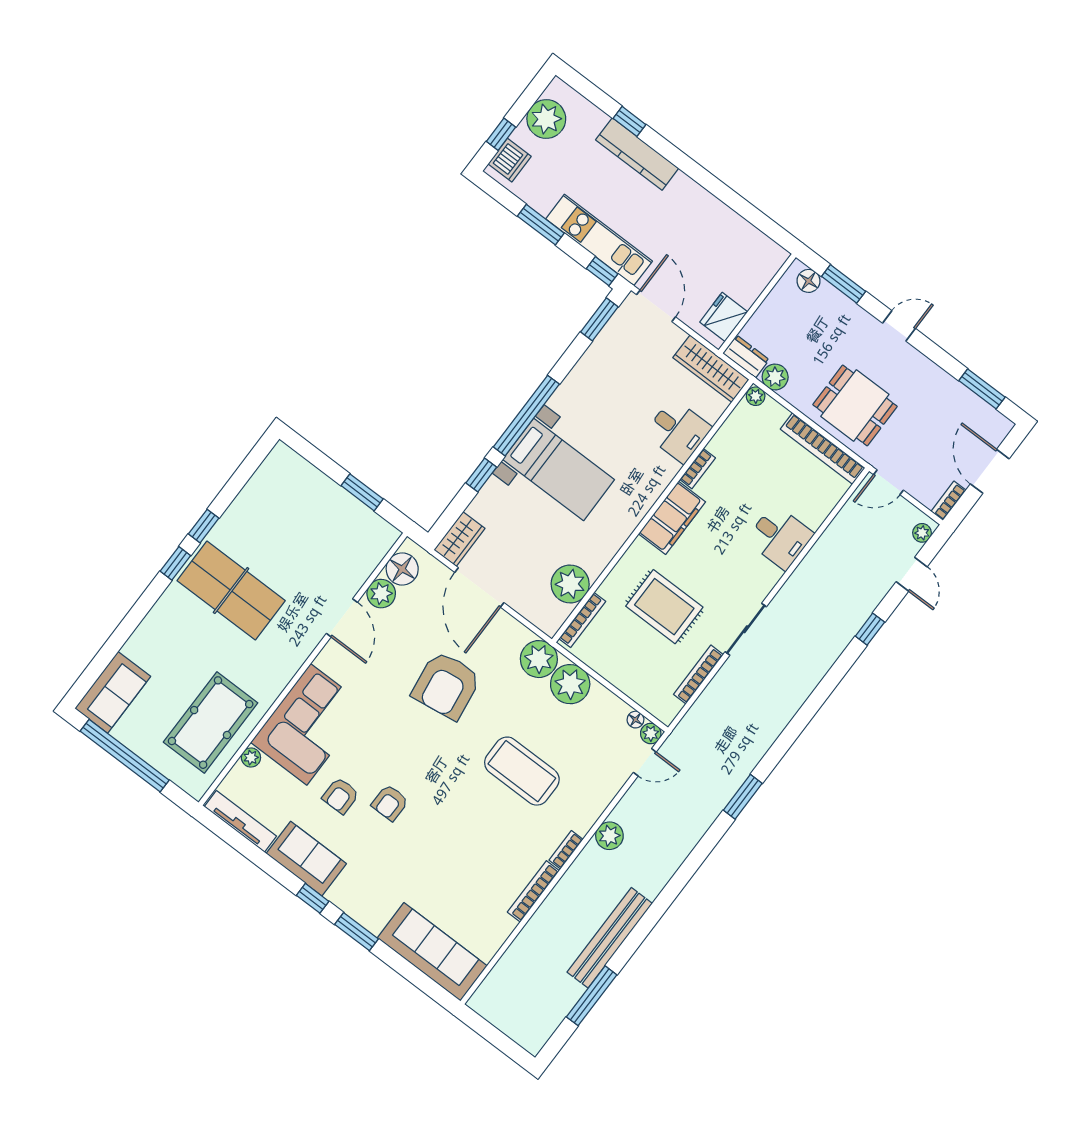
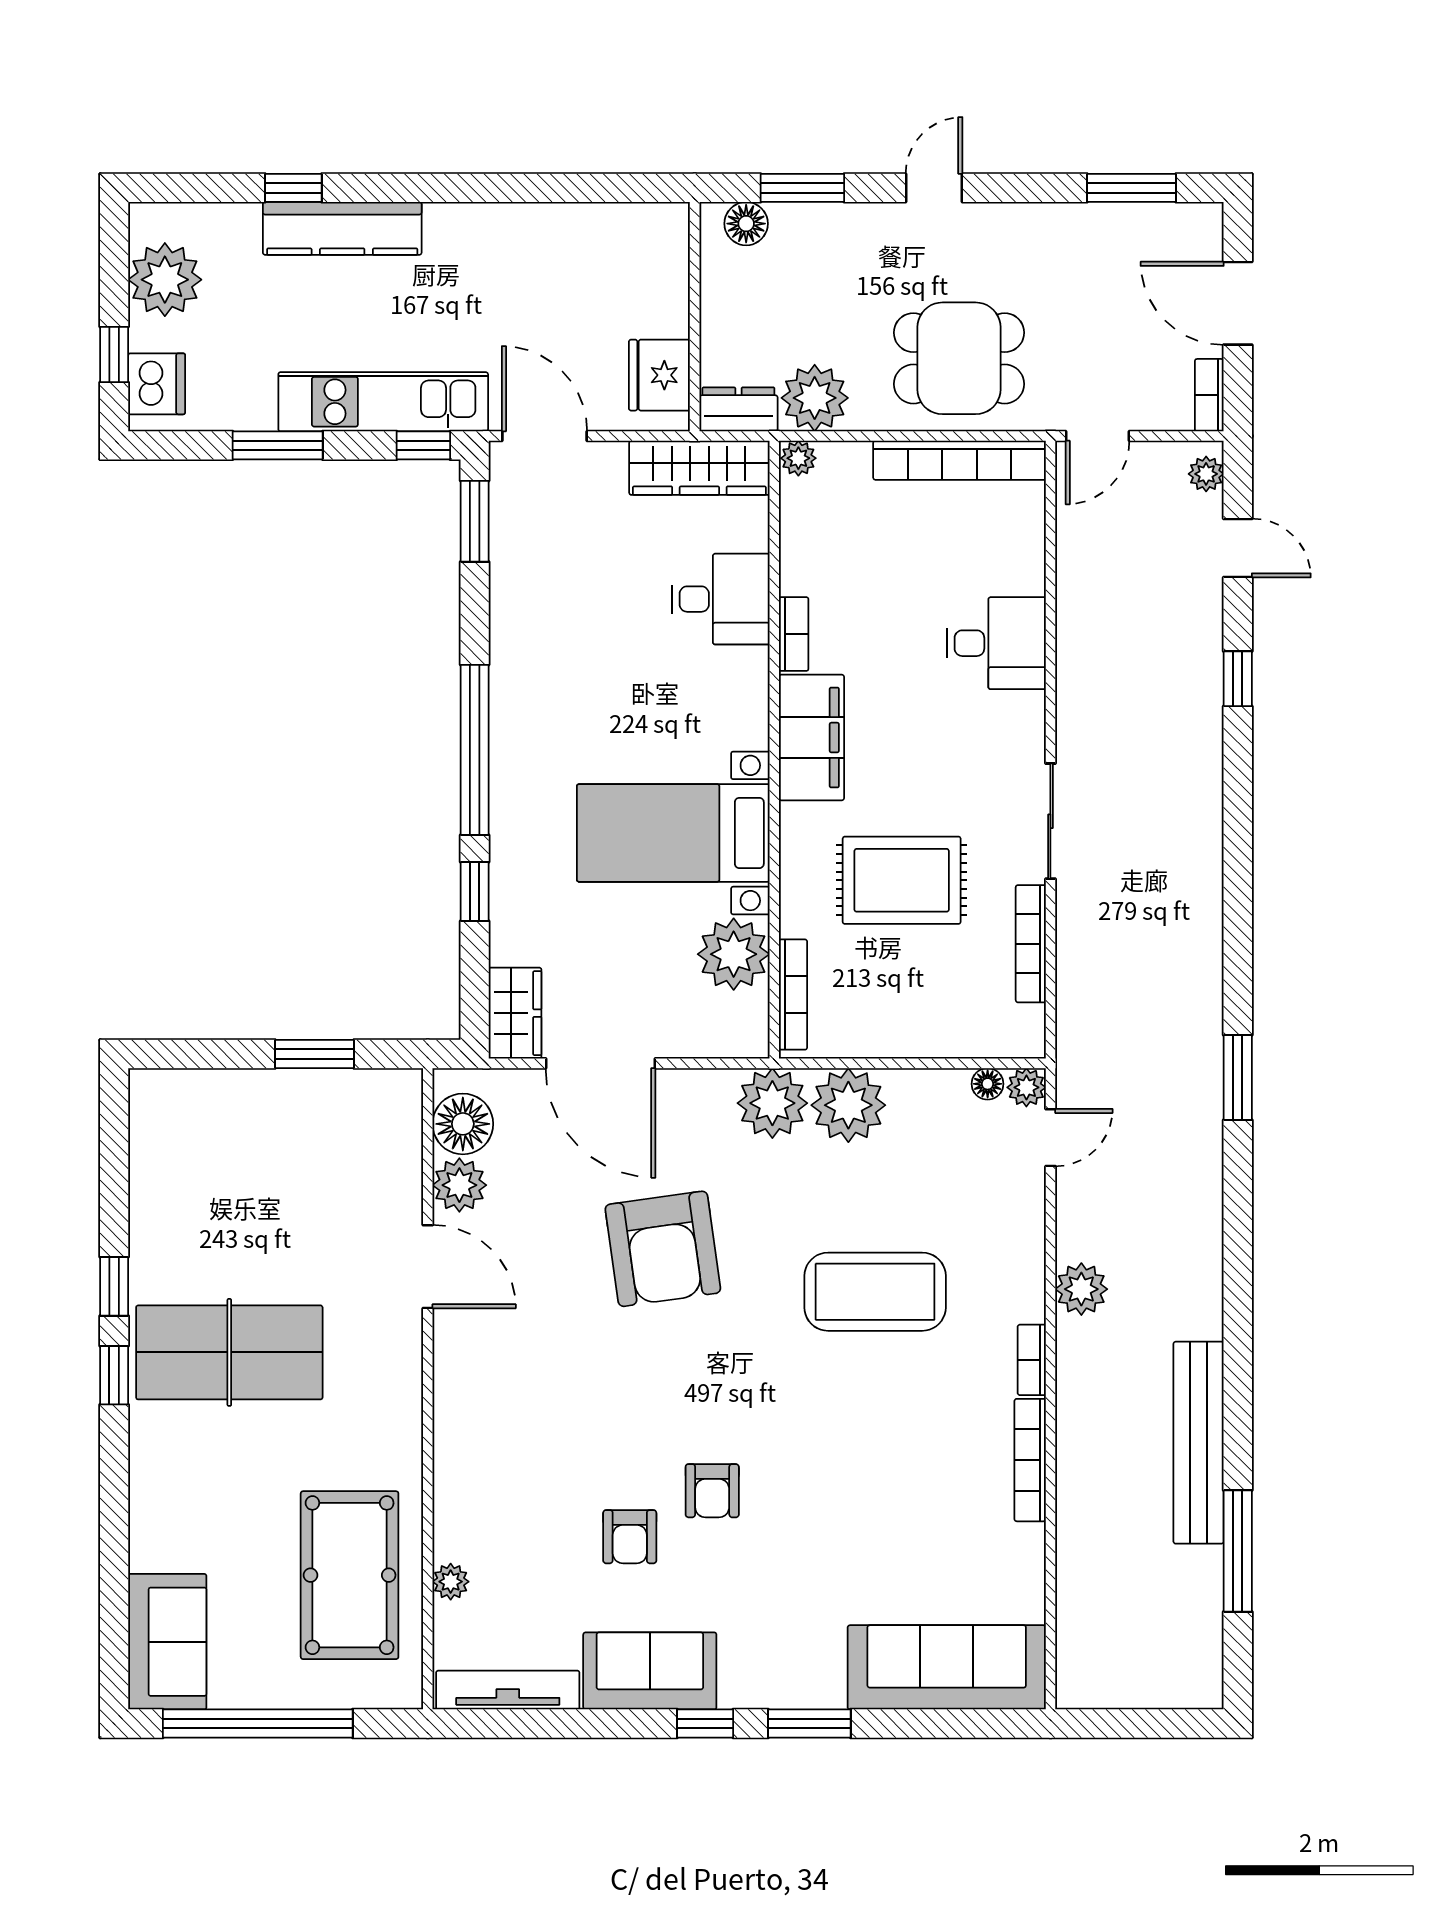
plant: (775, 377) -> (815, 398), width x1.36, depth x1.36
bed with nightstands: (559, 470) -> (673, 833), moved, turned 180
corner sofa: (309, 724) -> (500, 1466), removed

